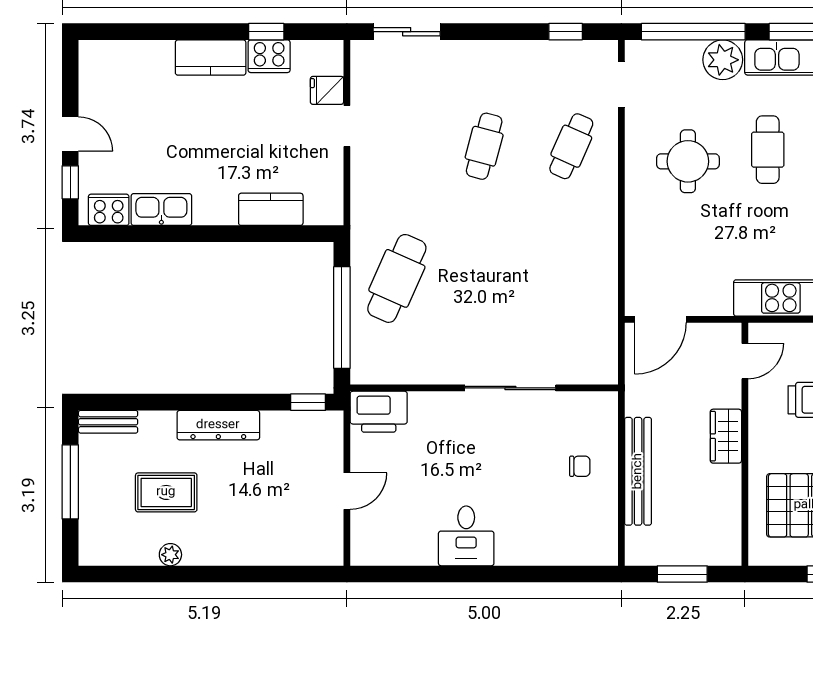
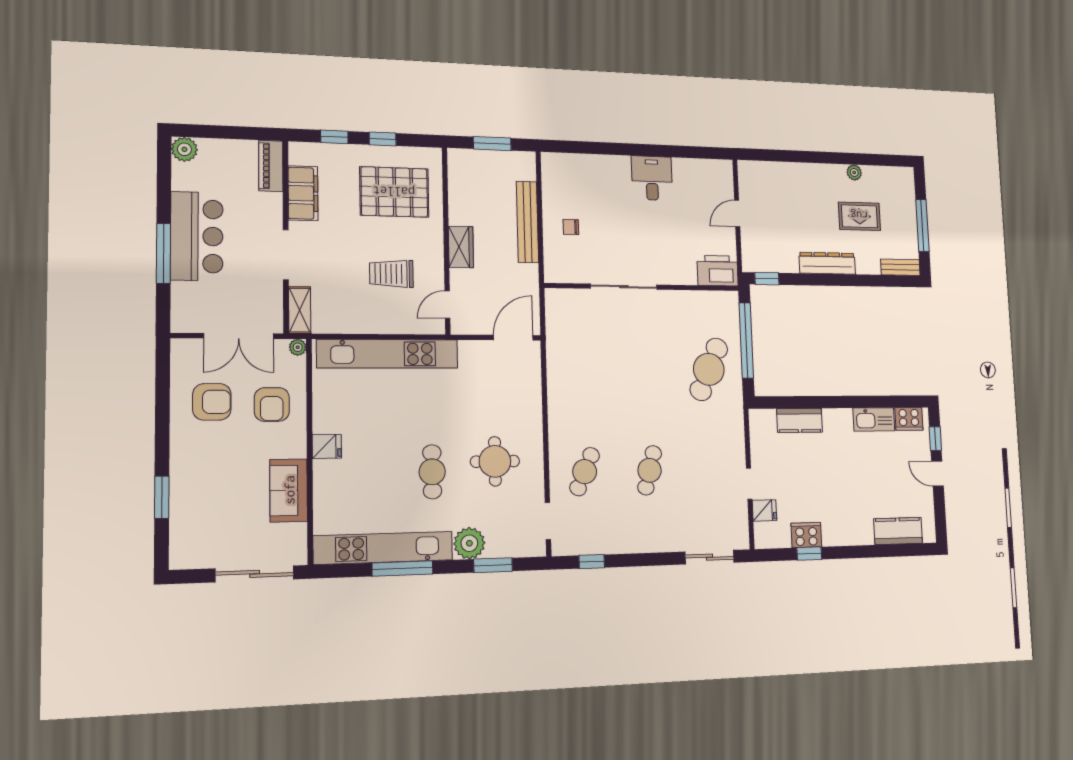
window: (693, 32) -> (493, 565), width x0.47
kitchen counter: (211, 58) -> (898, 531), moved

